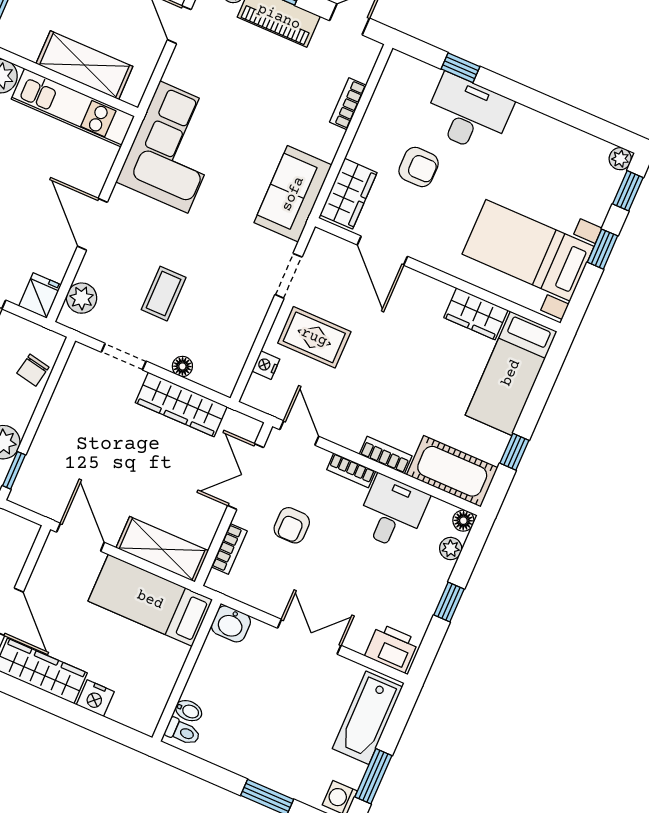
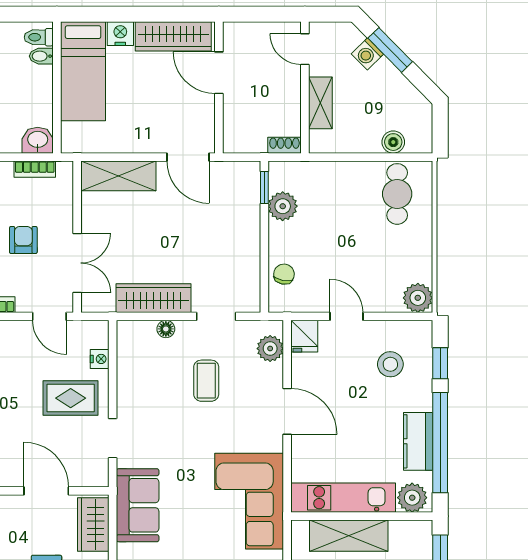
bookcase: (229, 549) -> (35, 169), moved, turned -90
bed: (150, 600) -> (83, 71), moved, turned 90

